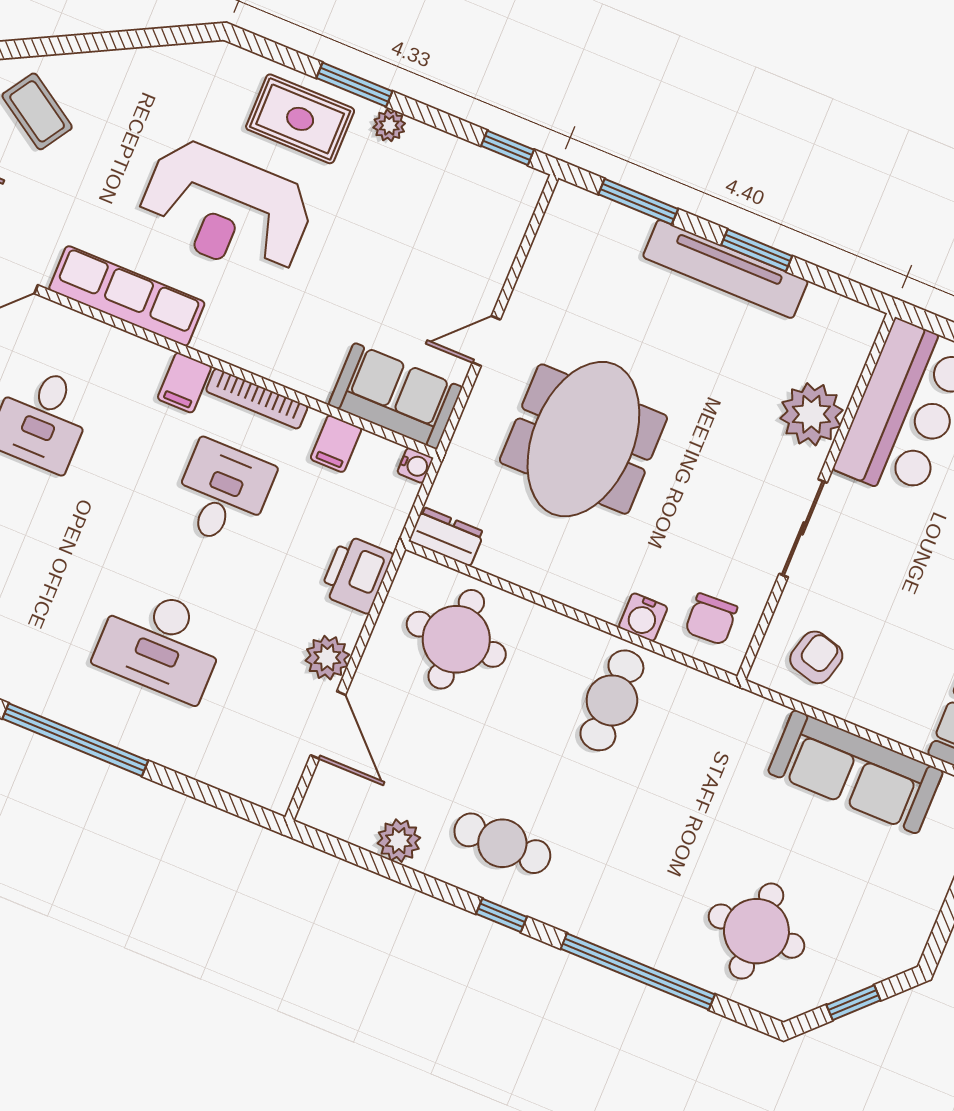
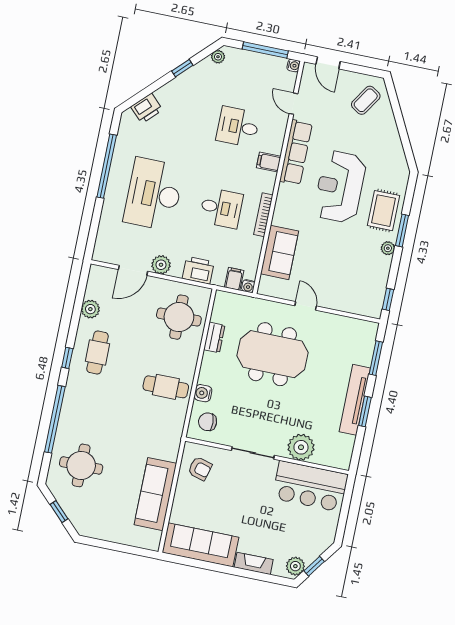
filing cabinet: (184, 383) -> (269, 162), moved
sofa: (396, 396) -> (280, 252), moved
filing cabinet: (336, 444) -> (234, 279), moved, turned 90
dresser: (447, 536) -> (214, 337), moved
desk: (161, 643) -> (154, 194), width x1.36, depth x1.30

